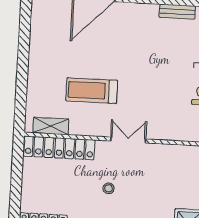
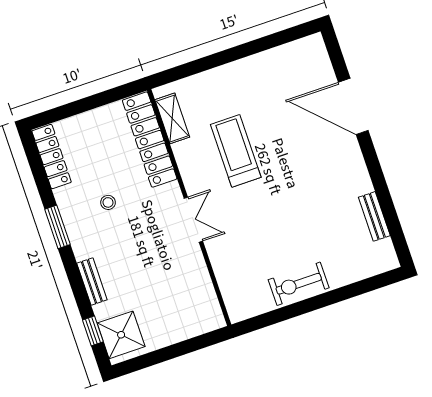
stool: (109, 188) -> (108, 202), moved

